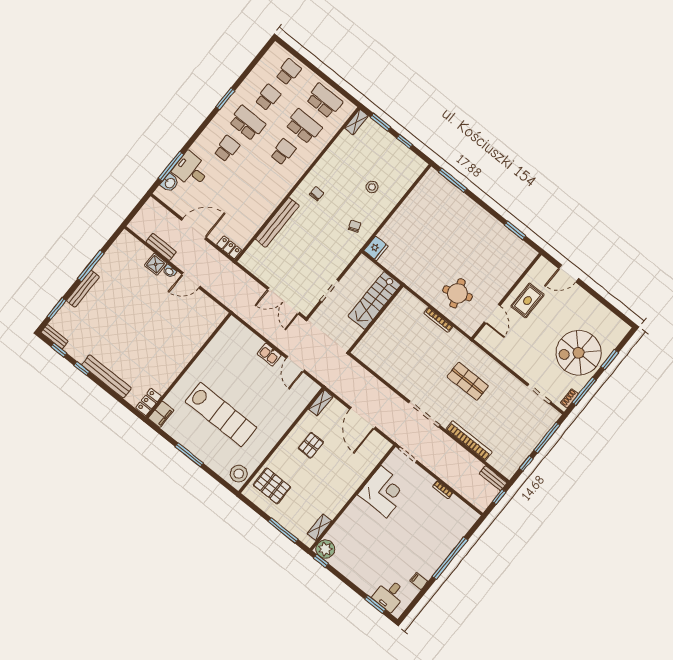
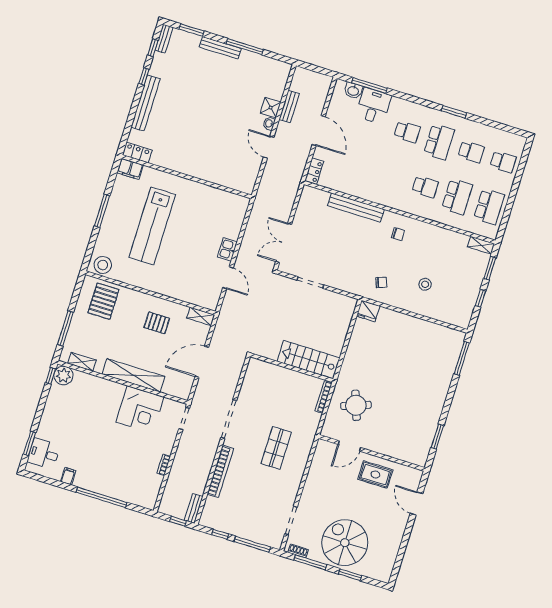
stairs: (374, 300) -> (309, 360), moved
wall: (376, 319) -> (292, 368), moved
door: (295, 364) -> (228, 278), swing flipped
shelving: (350, 485) -> (133, 375), added

